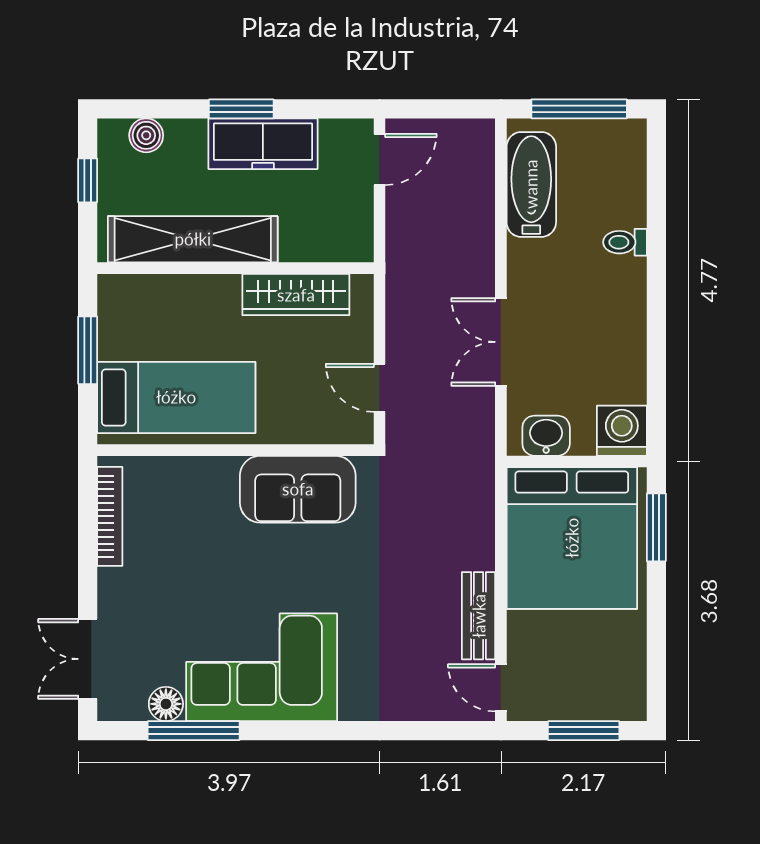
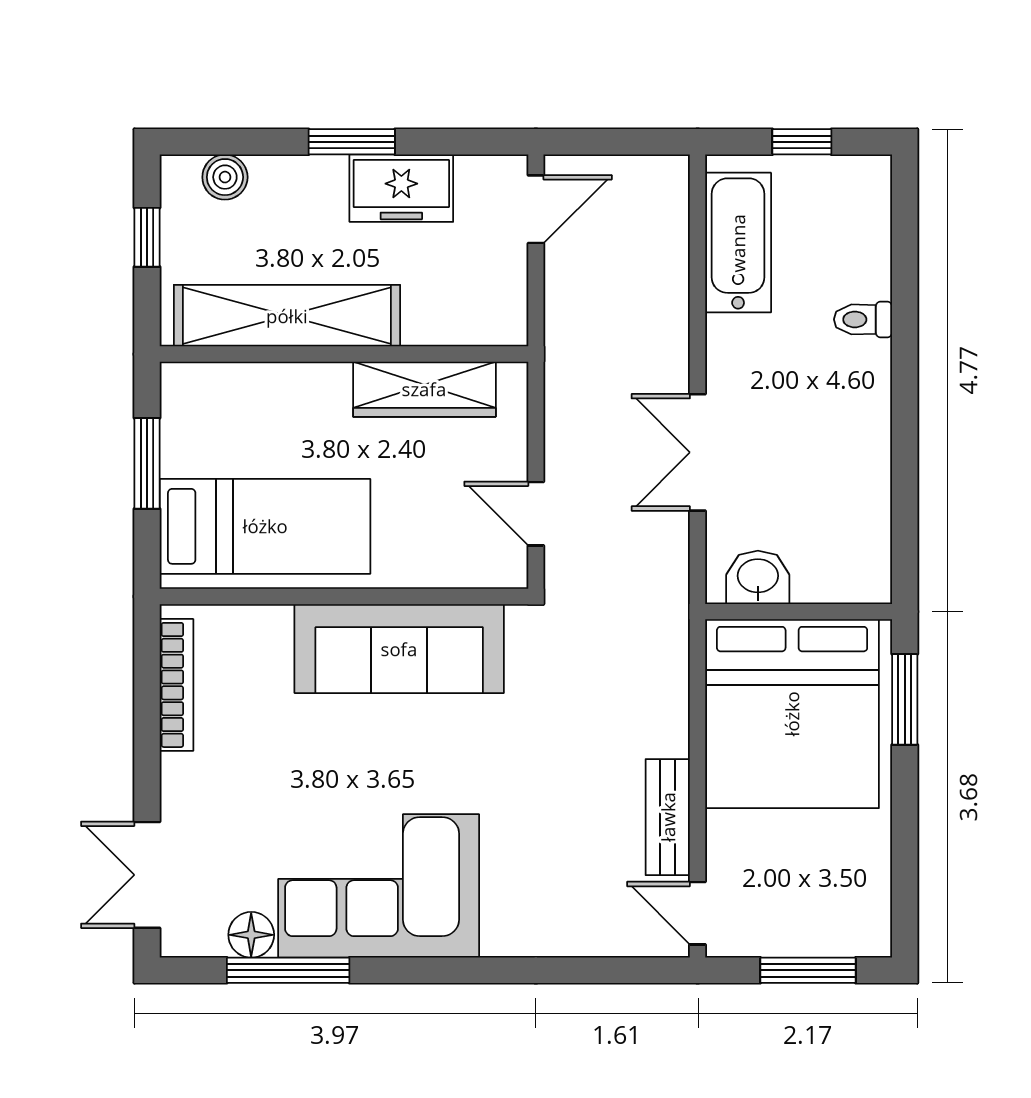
window: (579, 109) -> (802, 142), width x0.46
freezer: (263, 144) -> (401, 188), width x0.71
washing machine: (622, 431) -> (859, 571), removed
sofa: (298, 489) -> (399, 649), width x1.36

